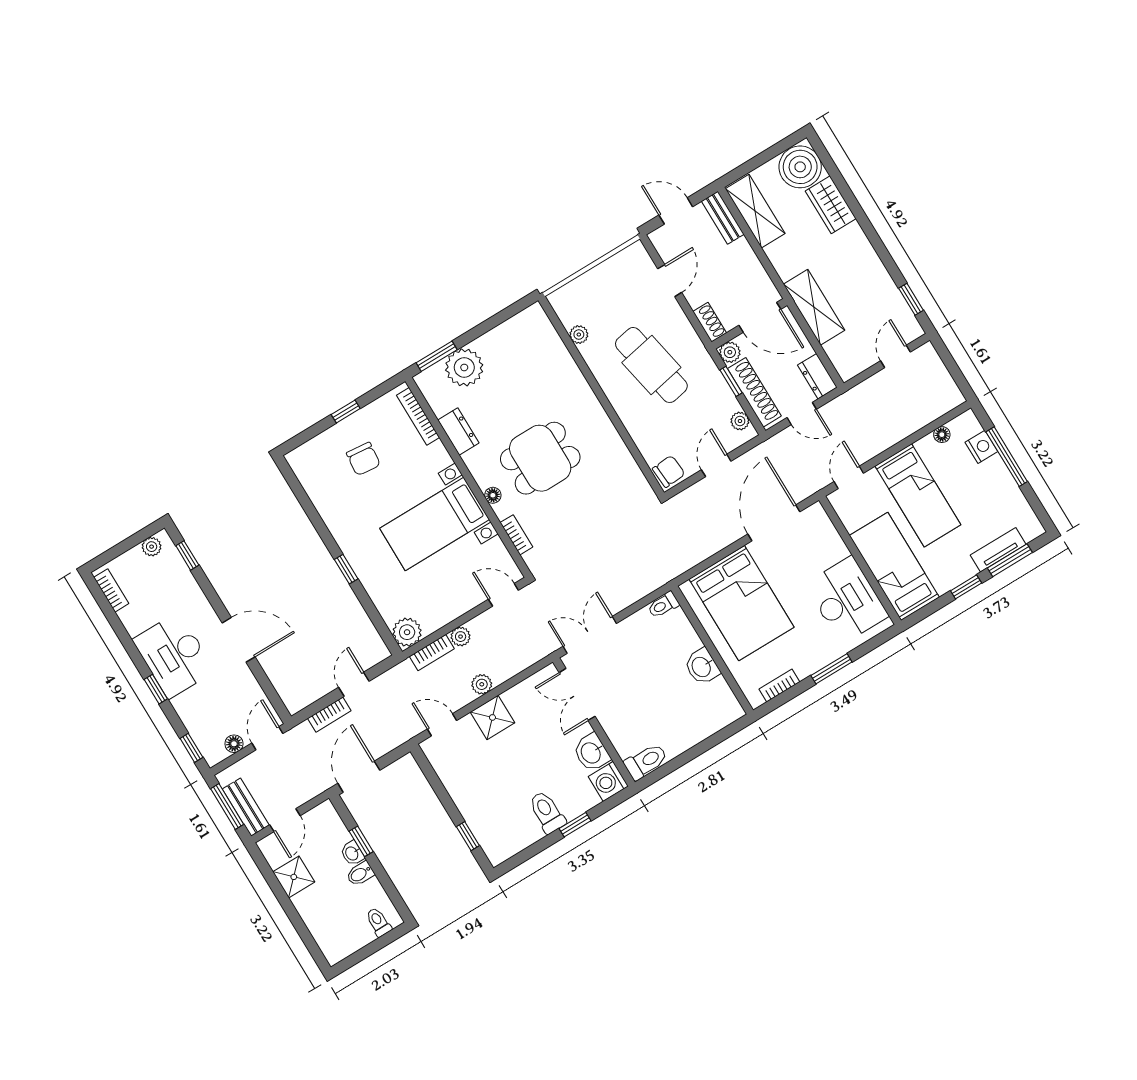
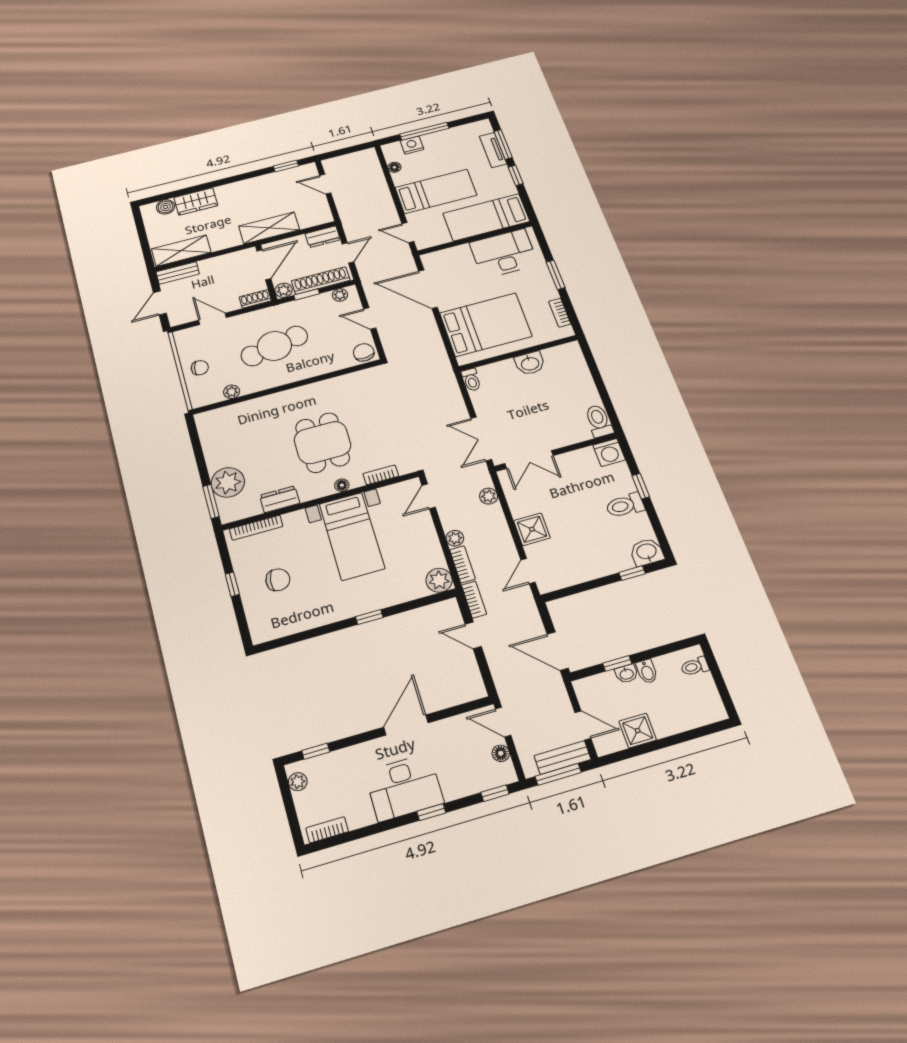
boiler: (800, 167) -> (165, 207), width x0.54, depth x0.54
chair: (601, 288) -> (200, 368), added
plant: (482, 684) -> (489, 496), moved
bookcase: (329, 715) -> (474, 600), moved
washbasin: (591, 753) -> (647, 552), moved, turned 180

